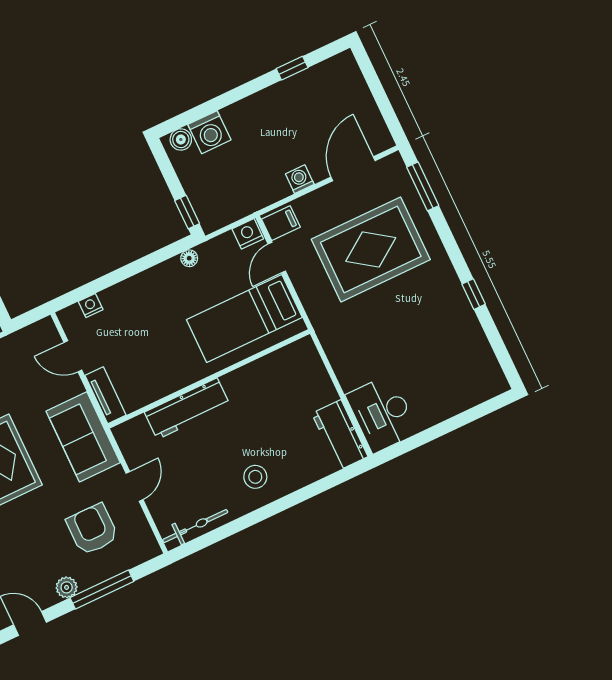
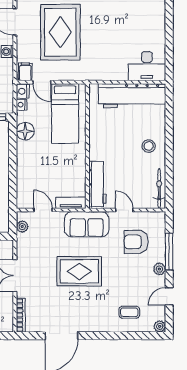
floor lamp: (189, 258) -> (25, 131), width x1.89, depth x1.89
nightstand: (91, 306) -> (21, 105), moved
plant: (31, 335) -> (22, 227), added
door: (73, 356) -> (43, 210), swing flipped
workbench: (187, 409) -> (97, 184), moved
workbench: (340, 435) -> (132, 96), width x1.87, depth x1.32

